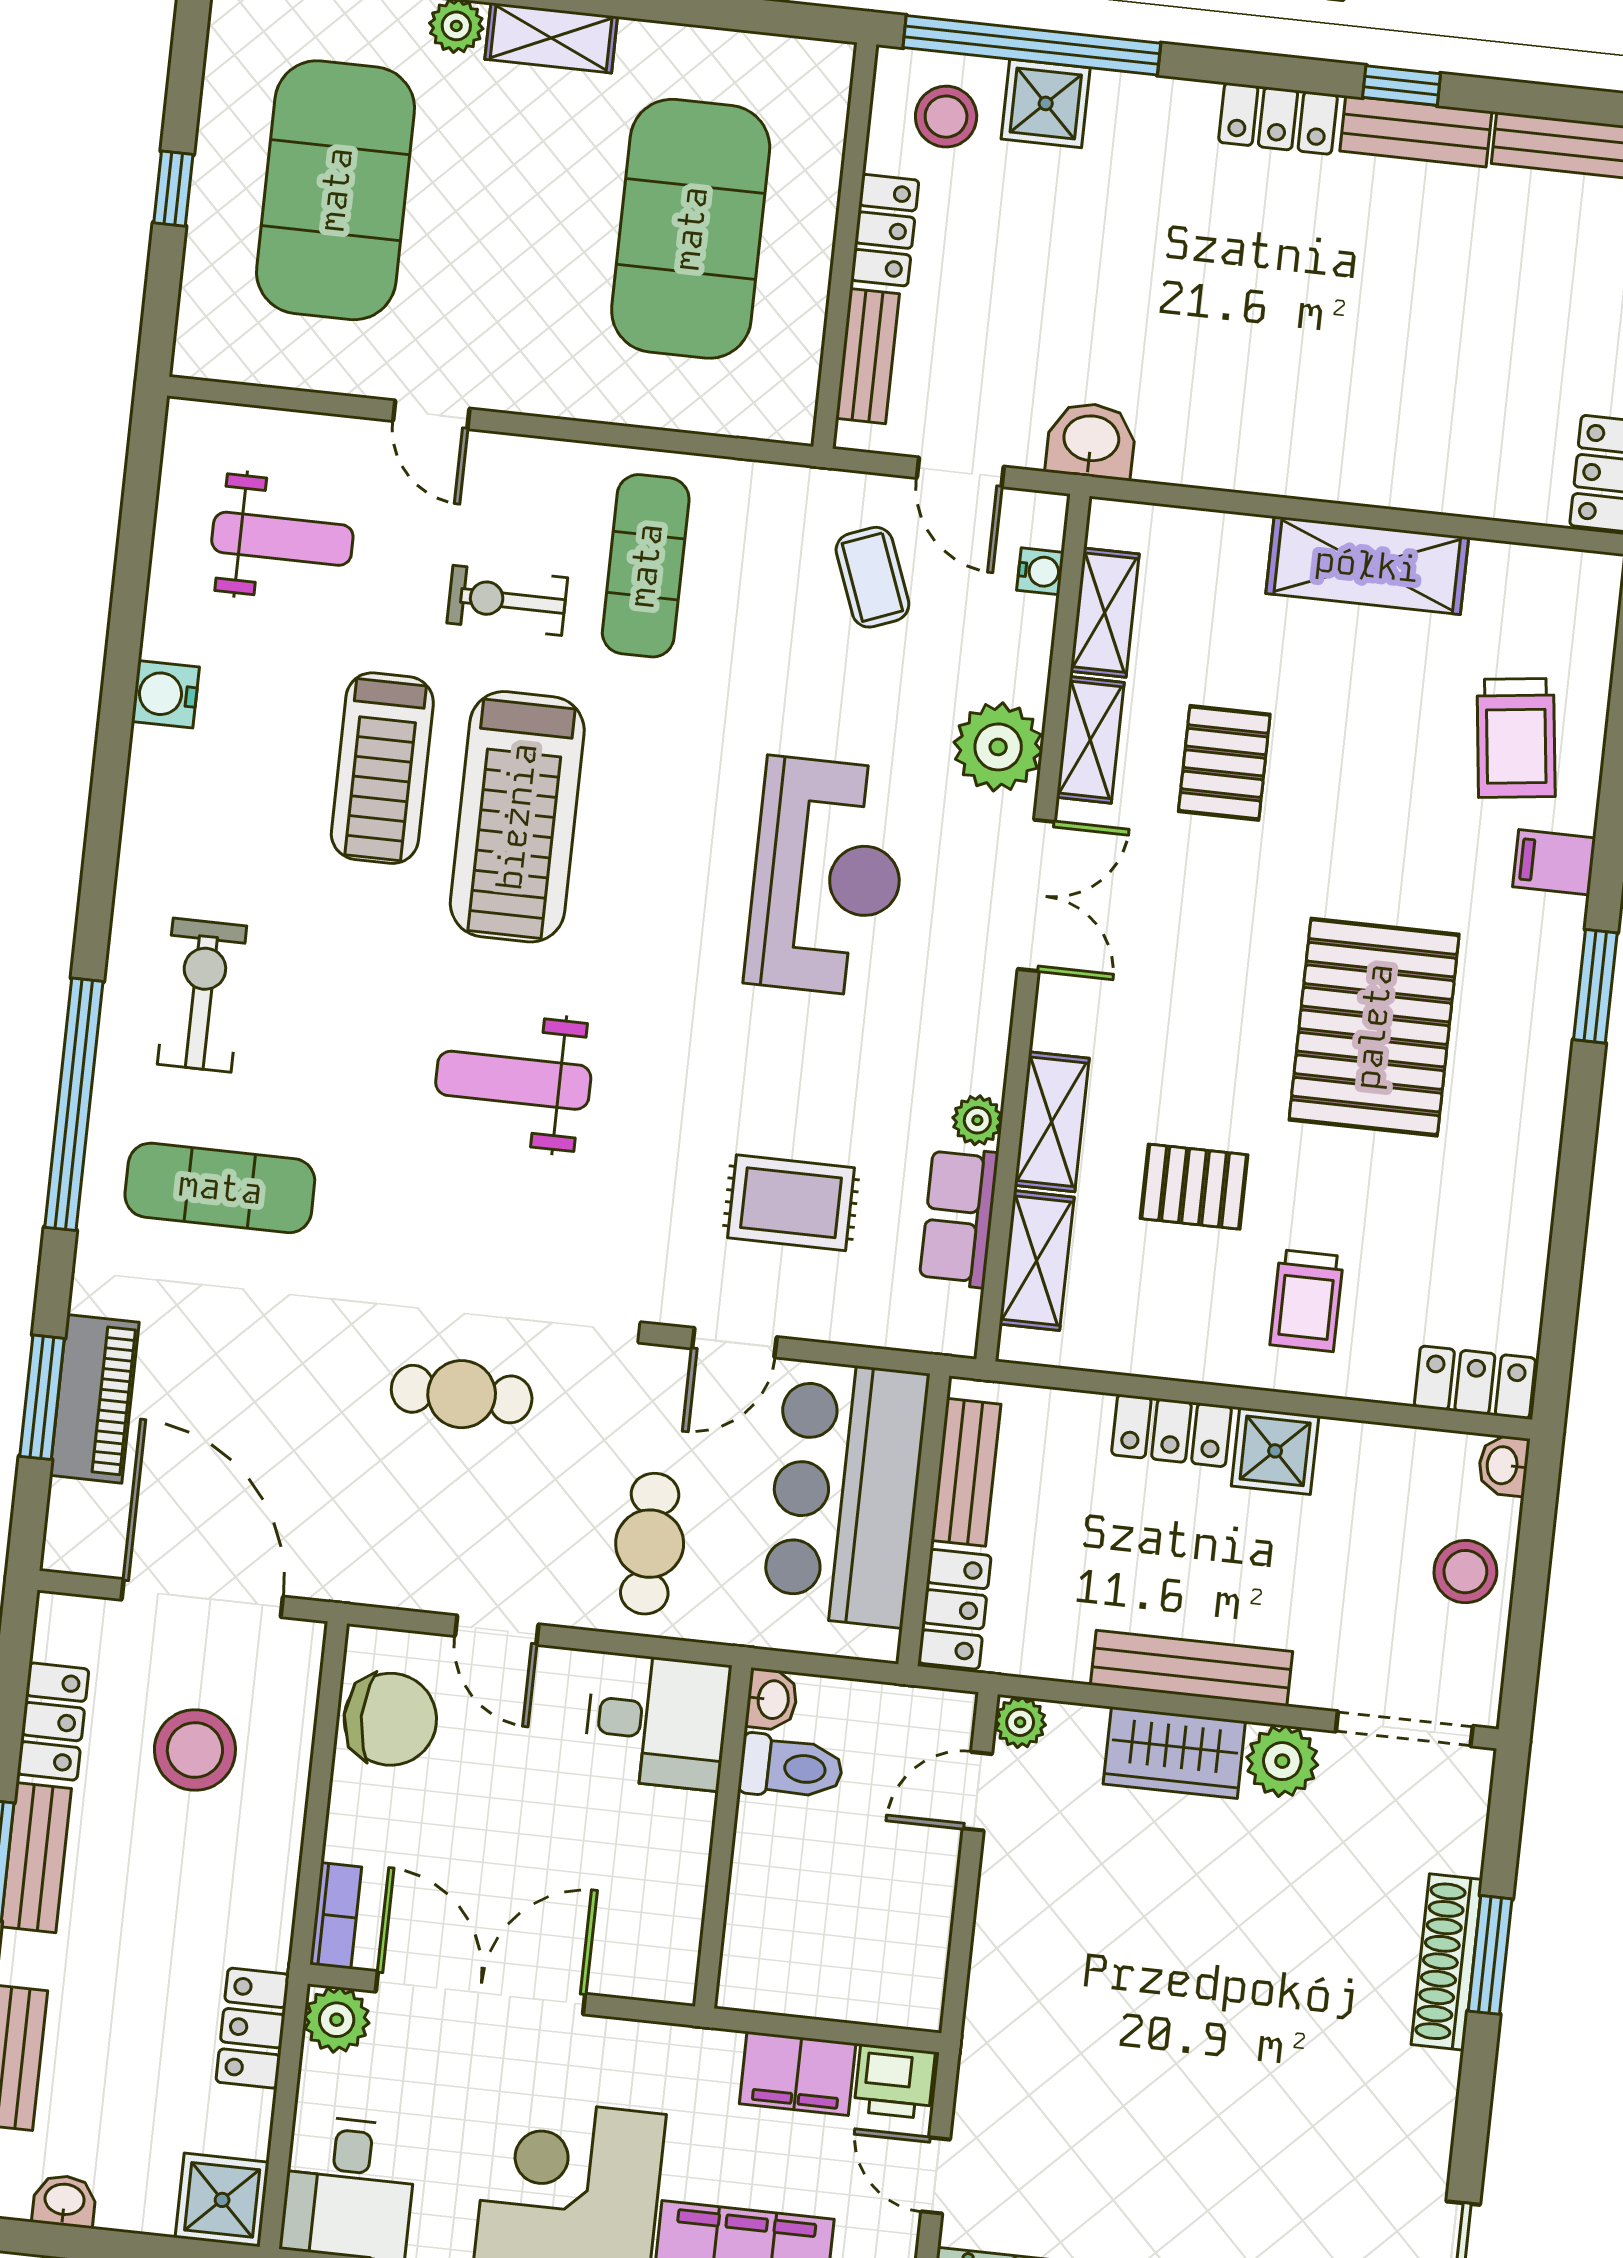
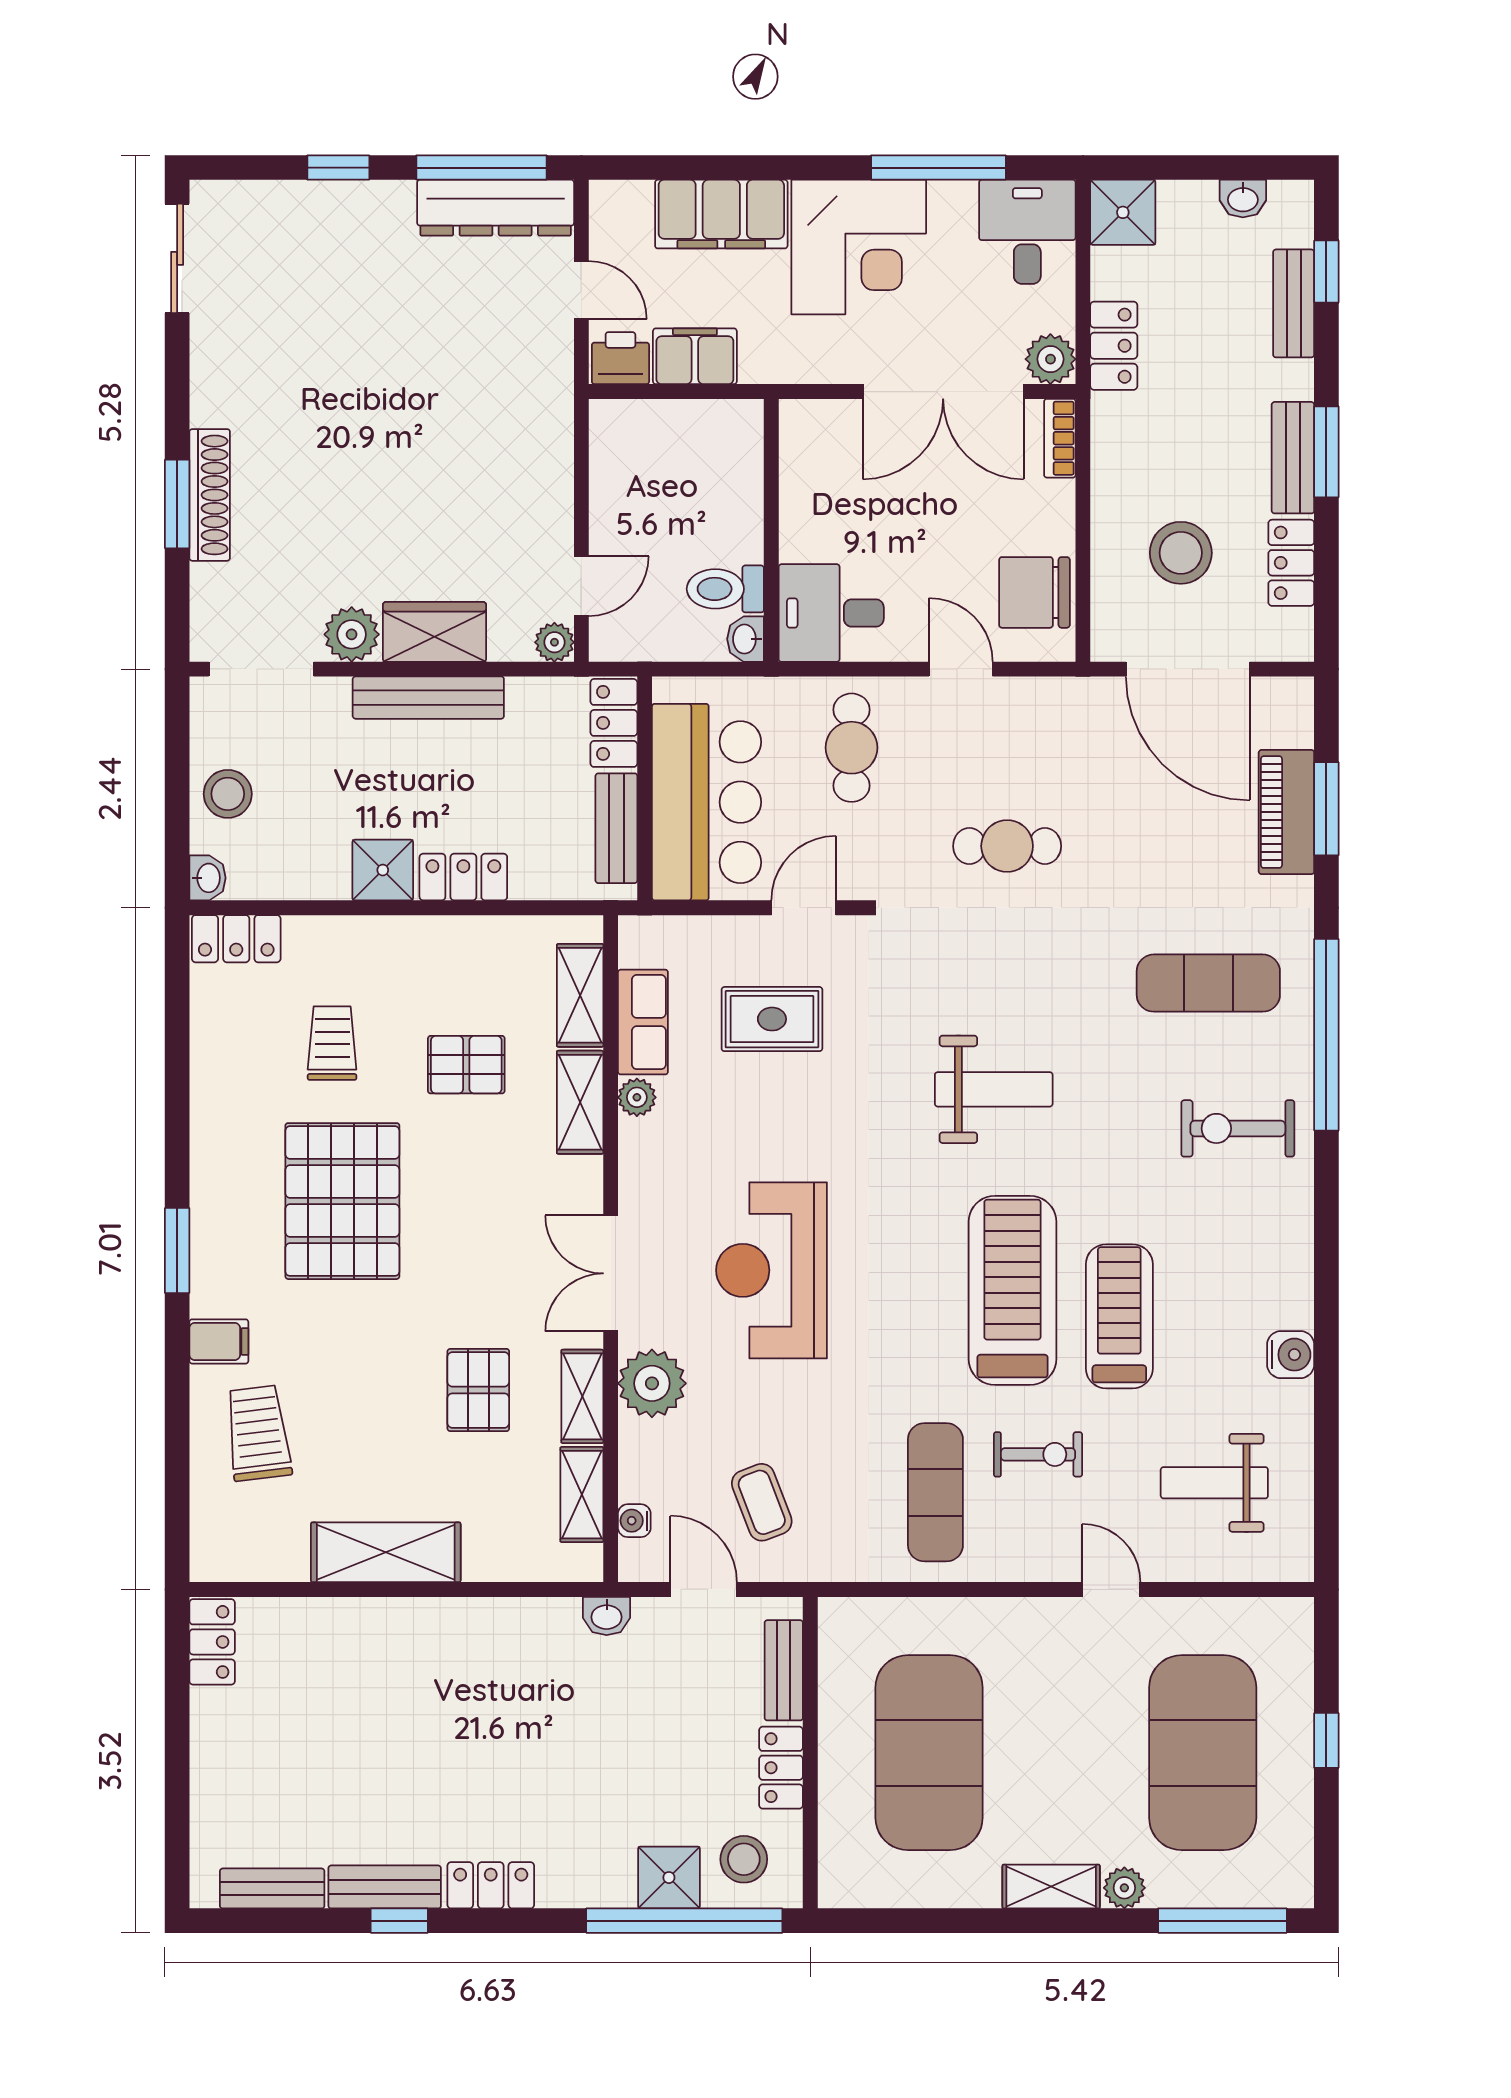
washbasin: (1091, 440) -> (607, 1616), width x0.72, depth x0.69
exercise bike: (202, 995) -> (1238, 1128), turned 90
trolley: (1307, 1301) -> (332, 1043), moved

